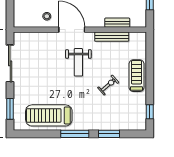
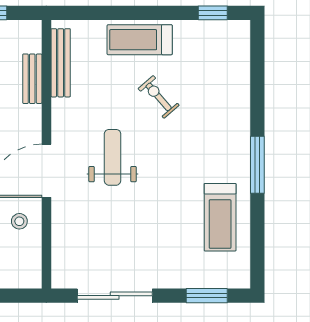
bench: (112, 37) -> (61, 63), moved
weight bench: (78, 62) -> (113, 157), turned -90
treadmill: (49, 115) -> (220, 217), width x0.73, depth x0.73
window: (109, 134) -> (257, 96), removed

